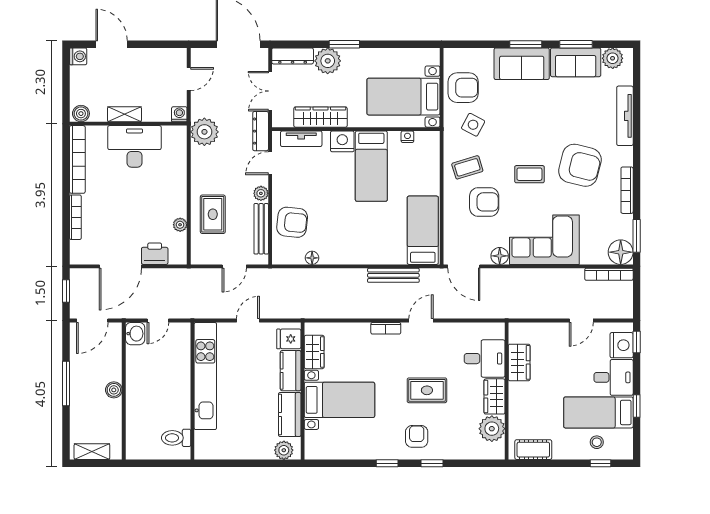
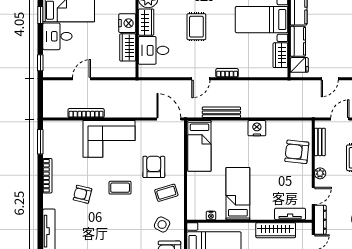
nightstand: (342, 141) -> (257, 128), moved, turned 180
armchair: (580, 165) -> (82, 194), width x0.53, depth x0.53
armchair: (484, 202) -> (154, 167), turned 90
bench: (261, 229) -> (320, 142), width x0.73
floor lamp: (621, 252) -> (52, 130), removed
floor lamp: (500, 256) -> (142, 127), removed
floor lamp: (312, 258) -> (282, 125), removed
bookcase: (609, 274) -> (86, 113), moved
nightstand: (622, 345) -> (127, 23), moved, turned 180
rug: (427, 390) -> (196, 27), turned 90

